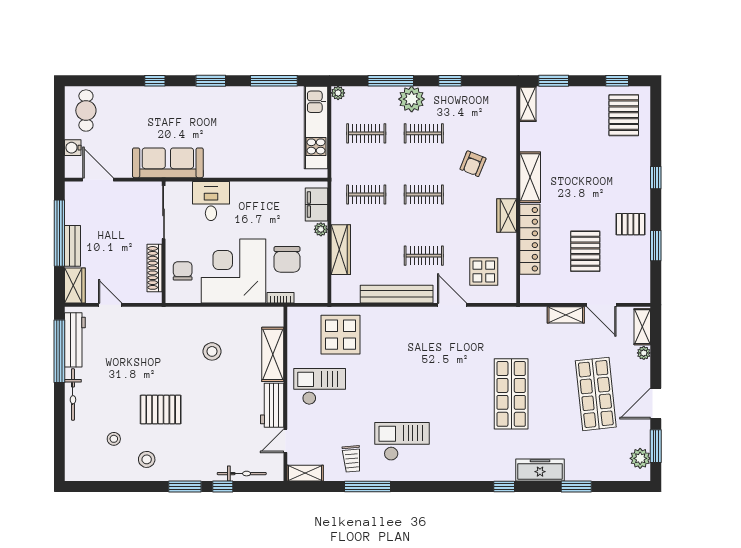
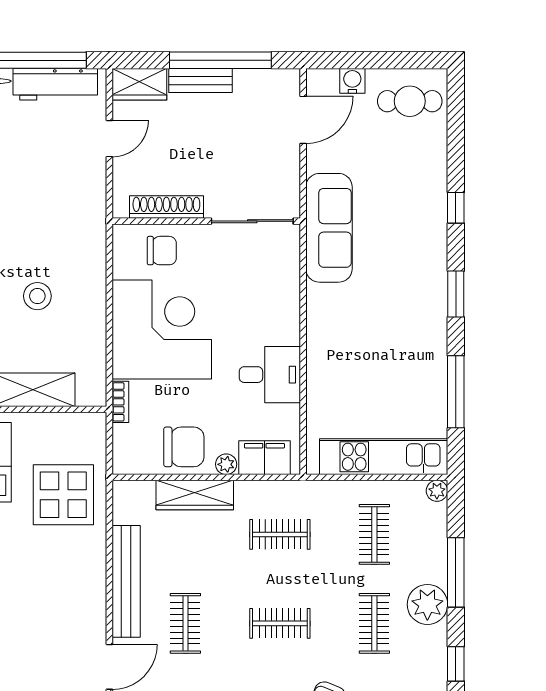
clothes rail: (366, 195) -> (280, 534), turned 90
clothes rail: (424, 195) -> (280, 623), turned 90
desk: (211, 201) -> (270, 375), moved
chair: (287, 259) -> (184, 447), moved, turned 180

